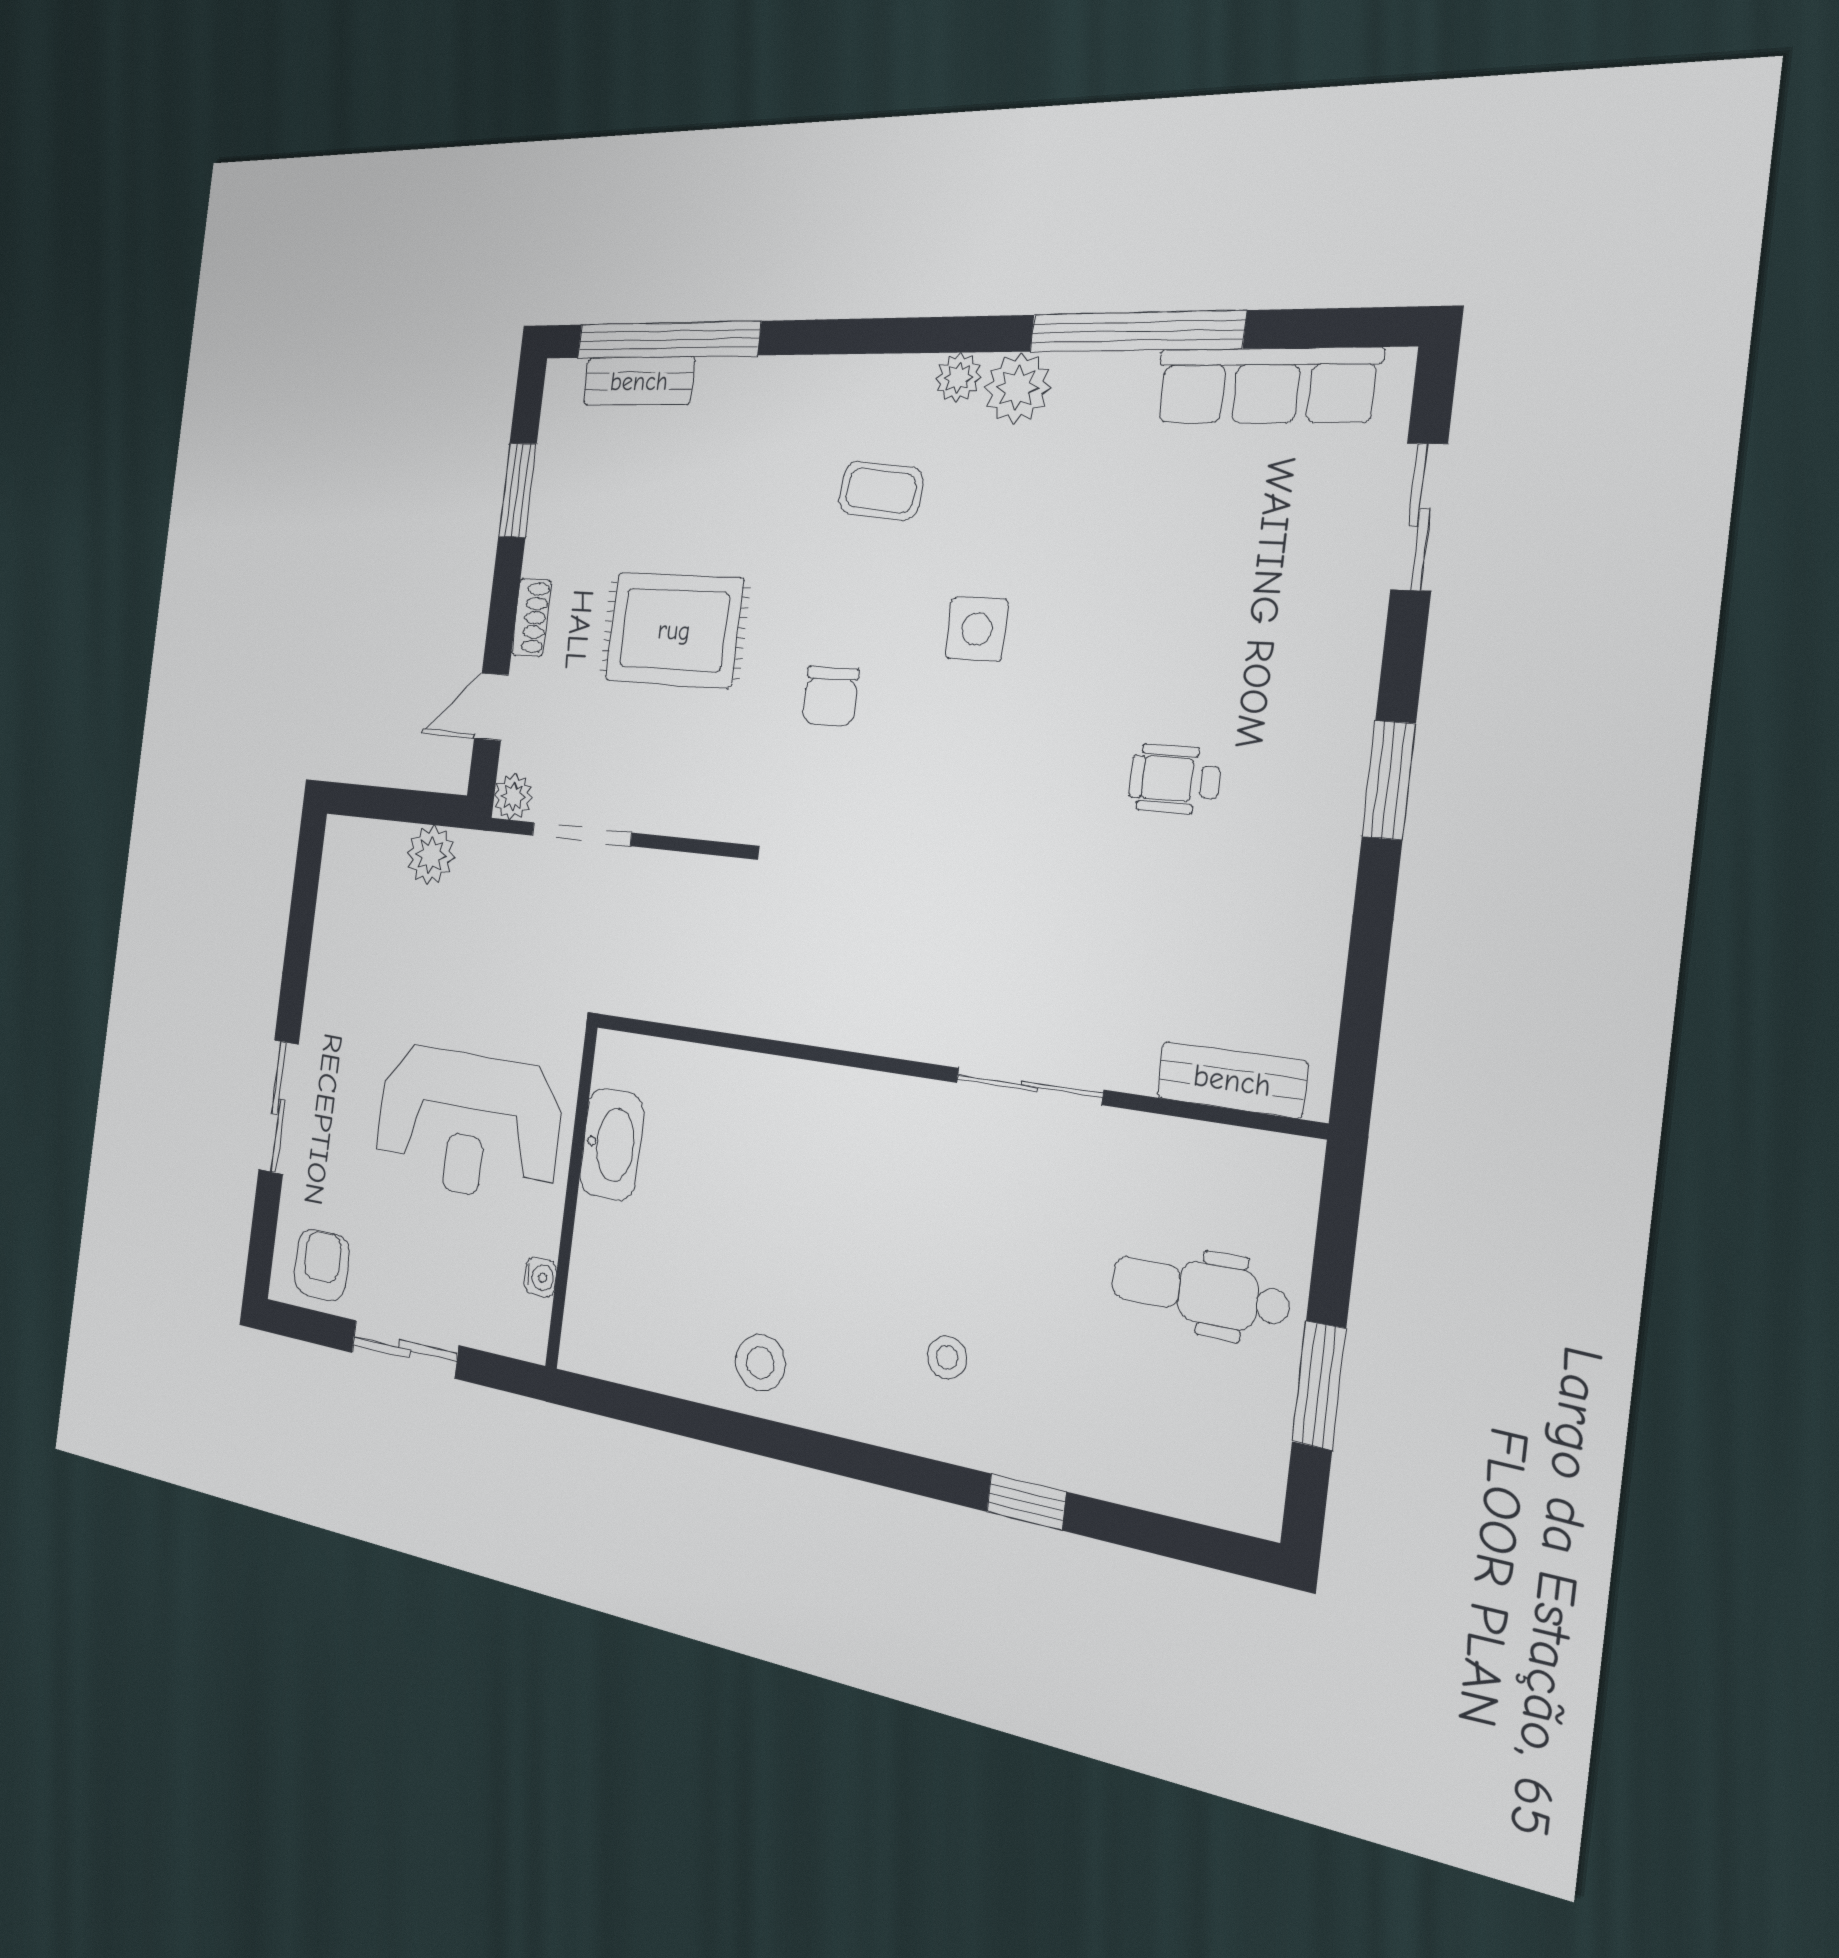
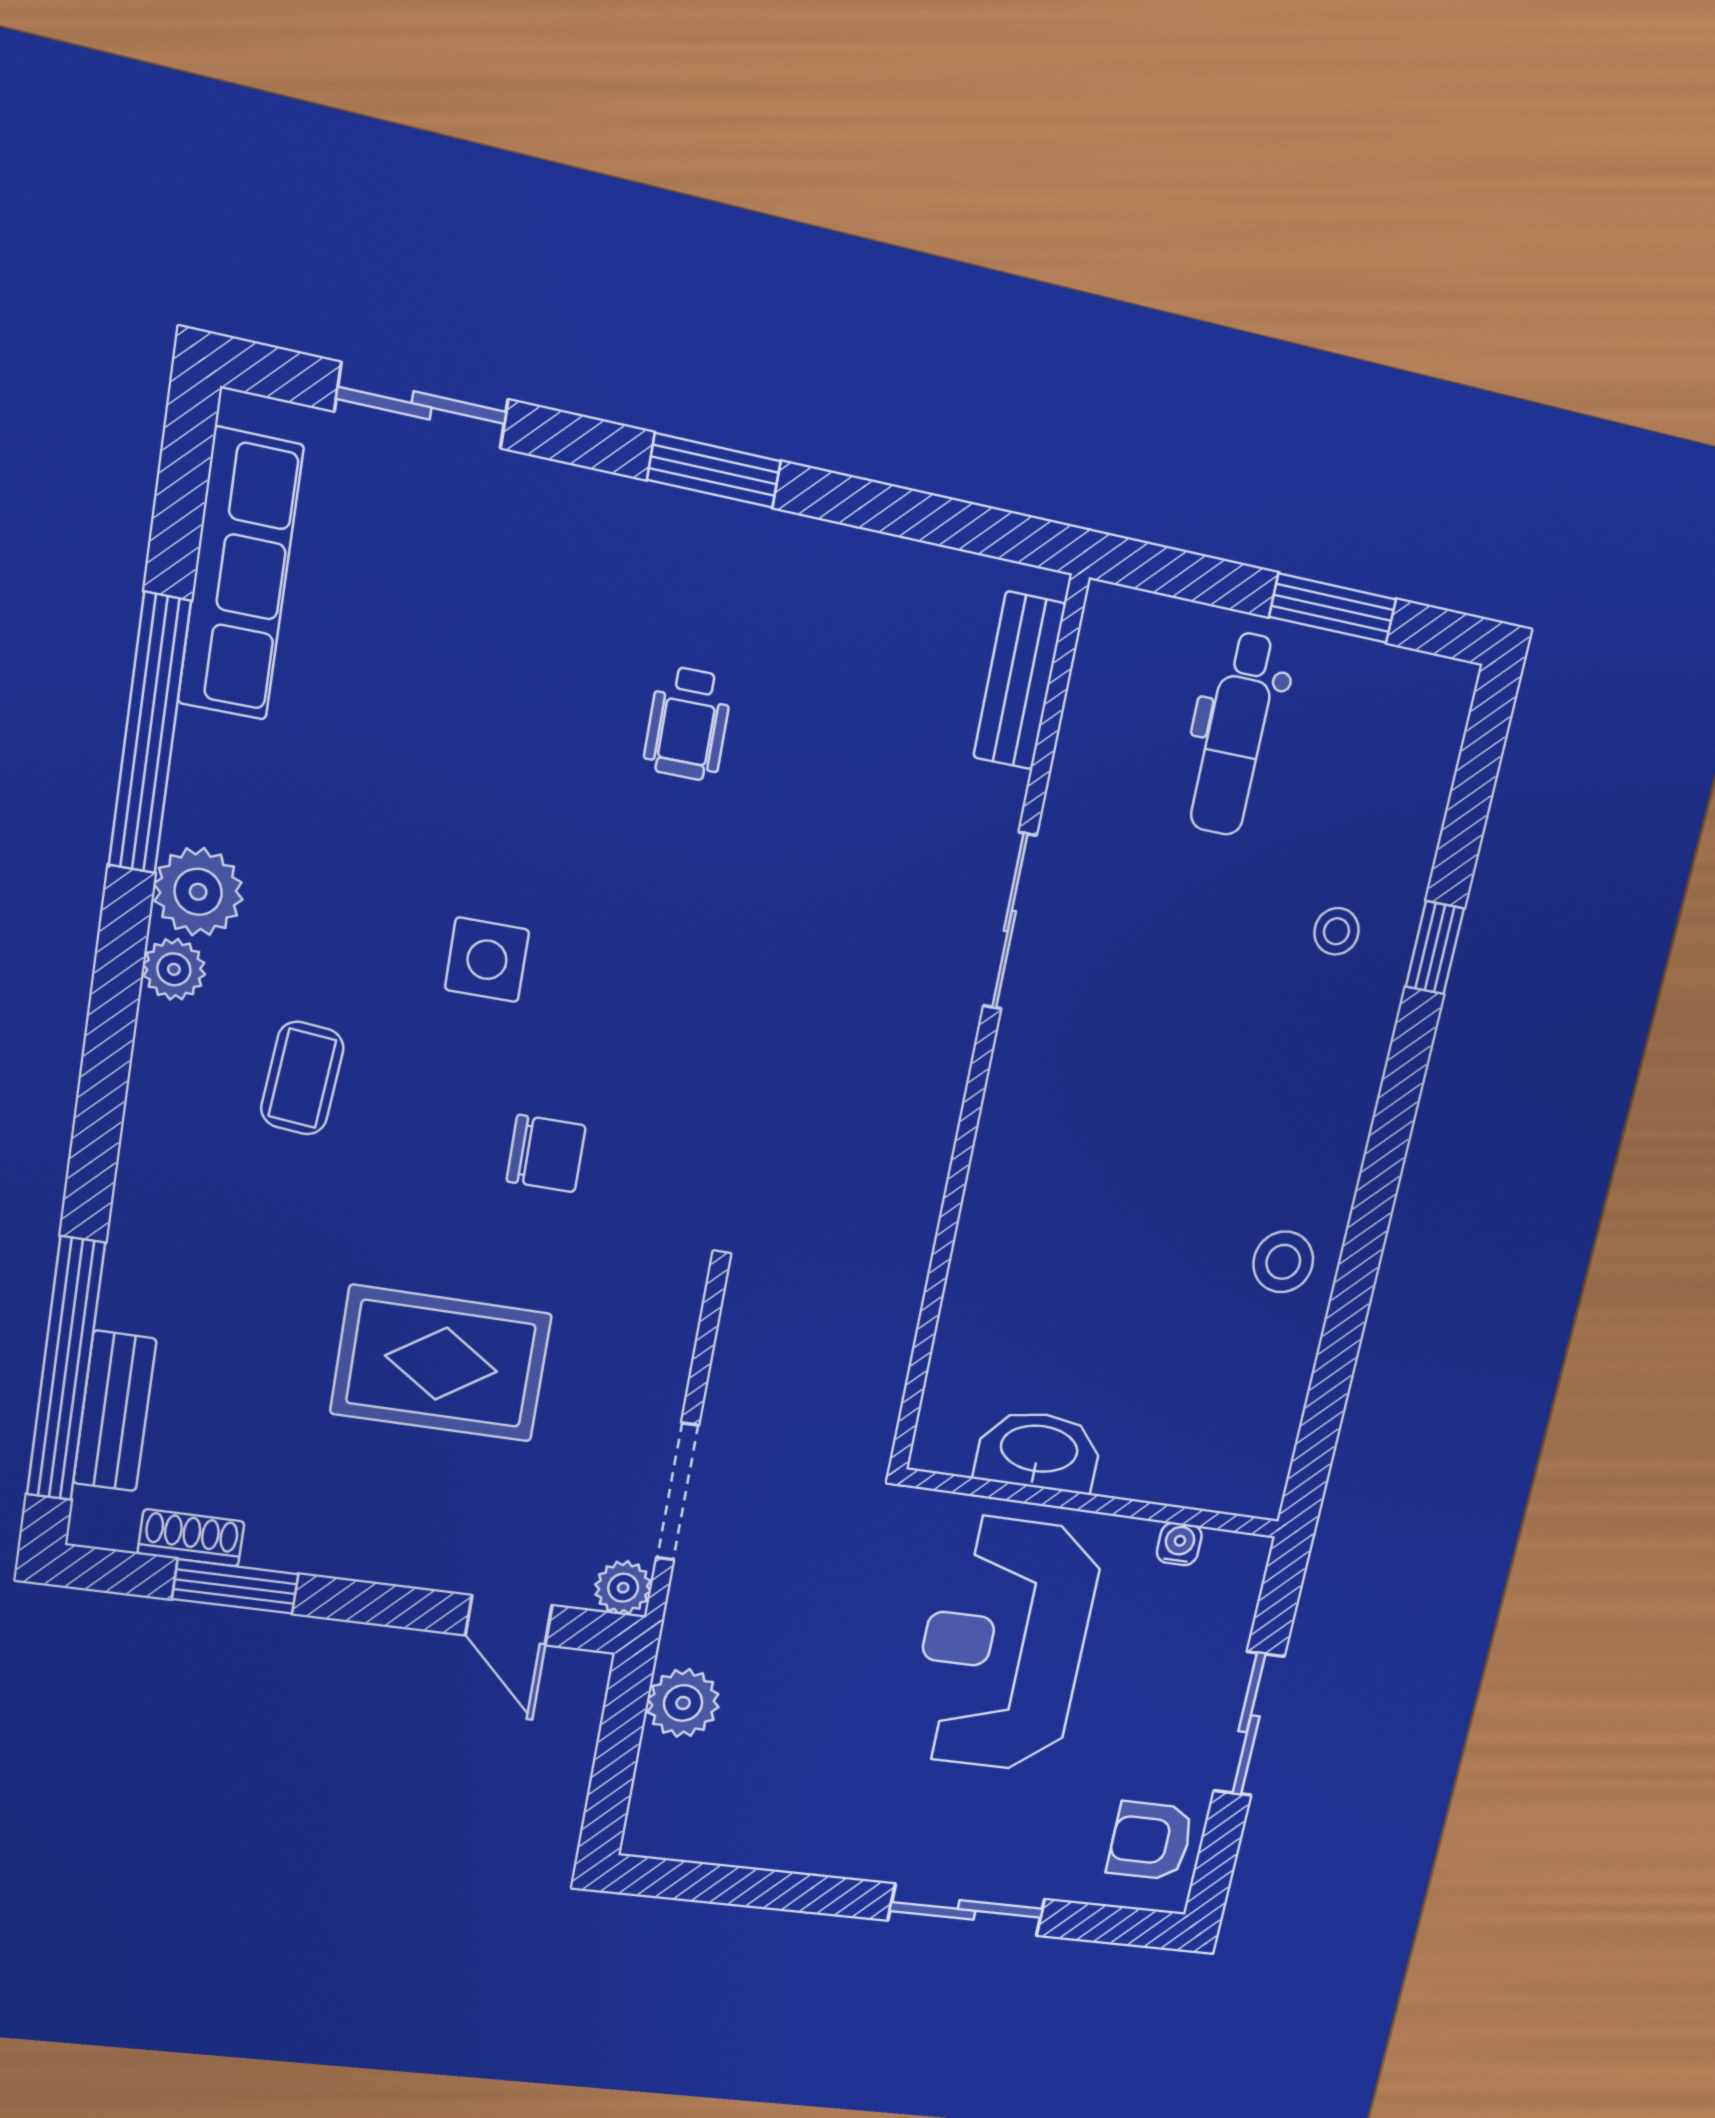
shoe rack: (531, 617) -> (191, 1538), moved
rug: (674, 630) -> (441, 1364), turned 90
reception desk: (468, 1124) -> (1004, 1644), turned 180
stool: (947, 1357) -> (1336, 931), moved

